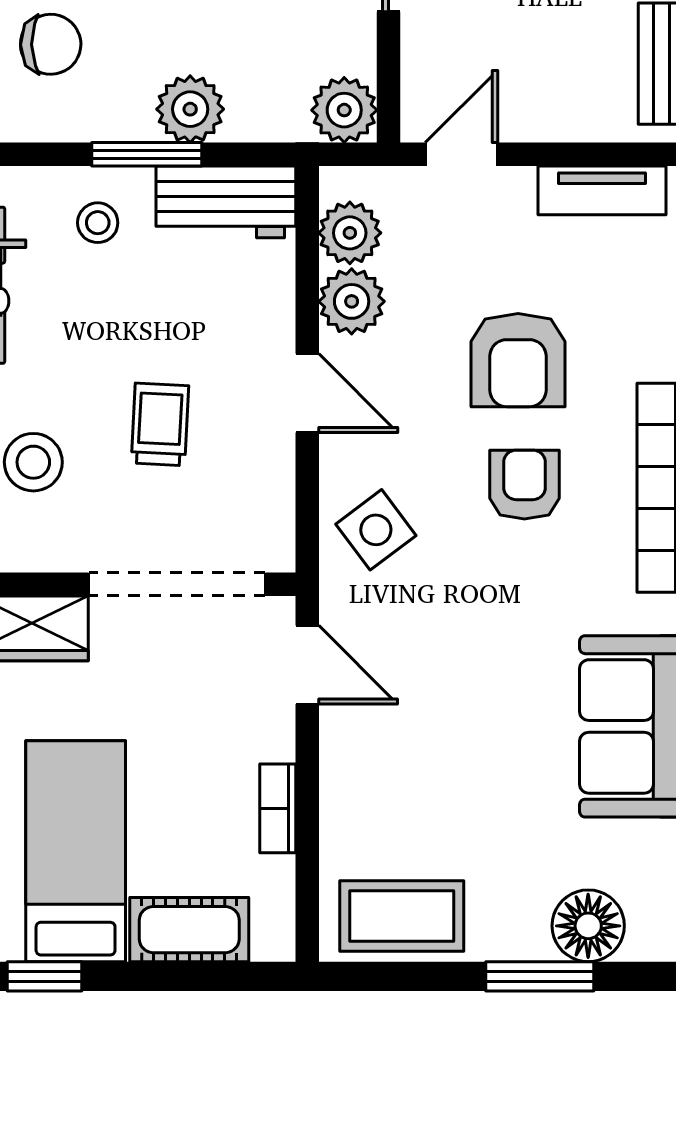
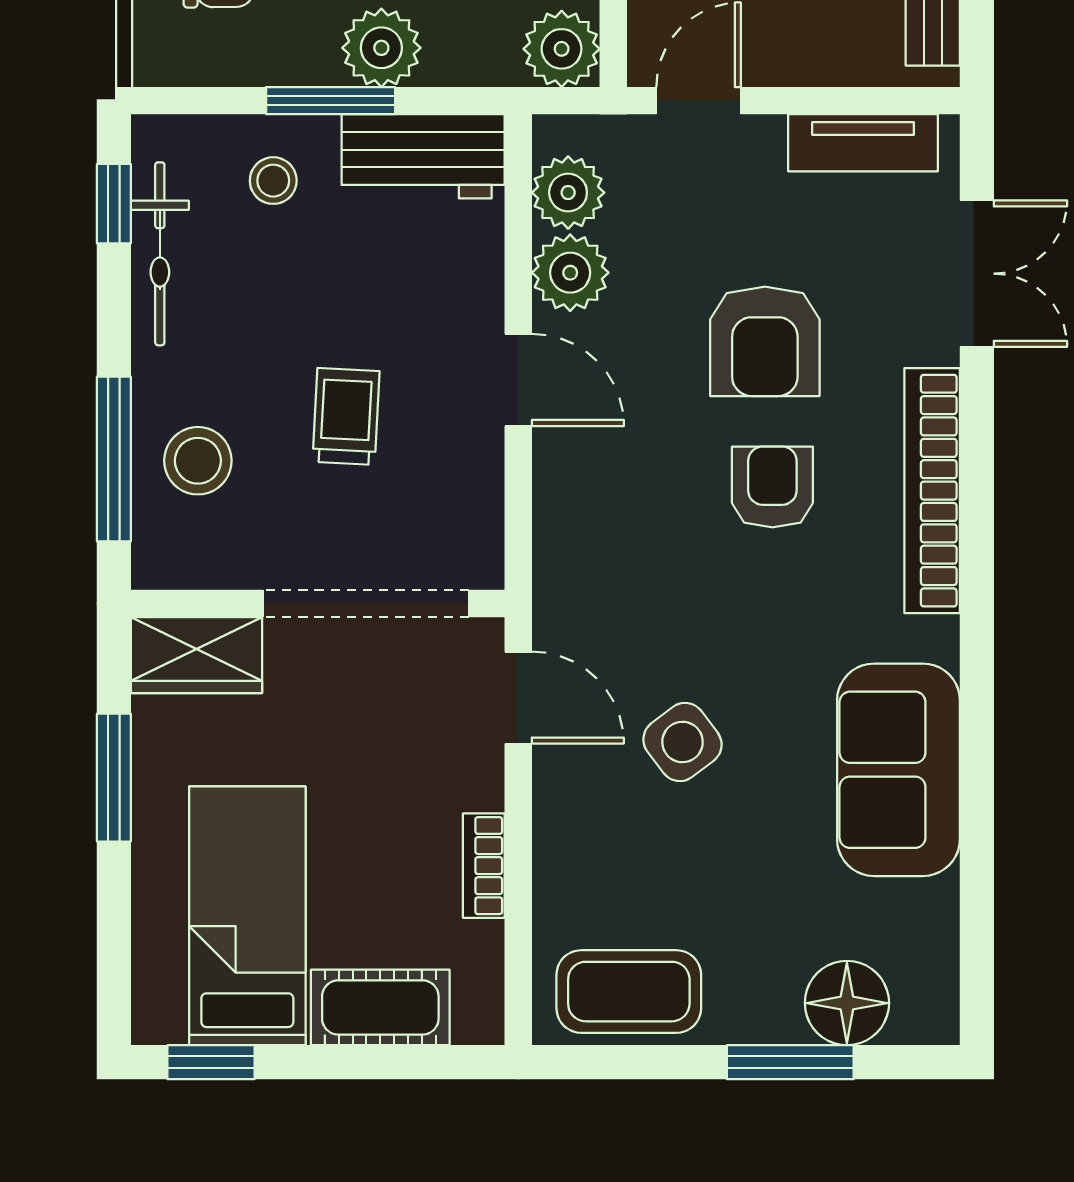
side table: (376, 530) -> (682, 742), moved

